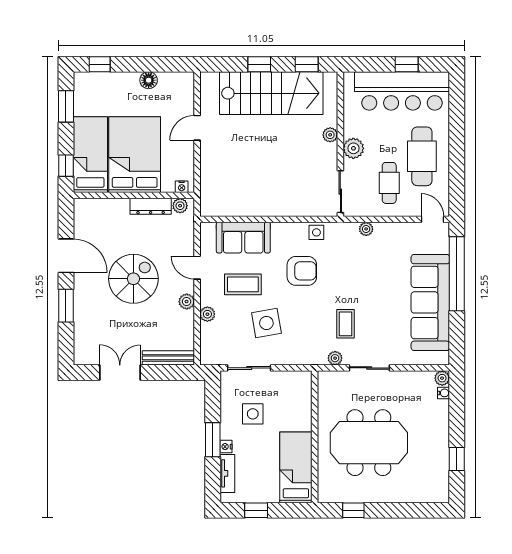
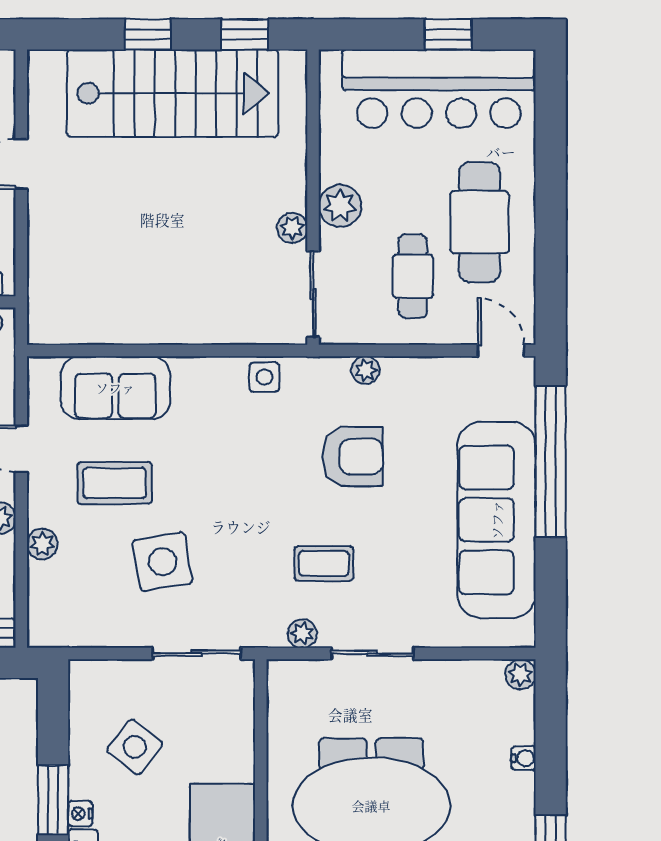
plant: (330, 135) -> (292, 228), moved
armchair: (302, 271) -> (353, 456), moved
coffee table: (346, 324) -> (324, 564), turned 90
sliding door: (249, 368) -> (196, 653), moved
water cooler: (444, 393) -> (524, 758), moved
side table: (253, 414) -> (135, 747), turned 38

